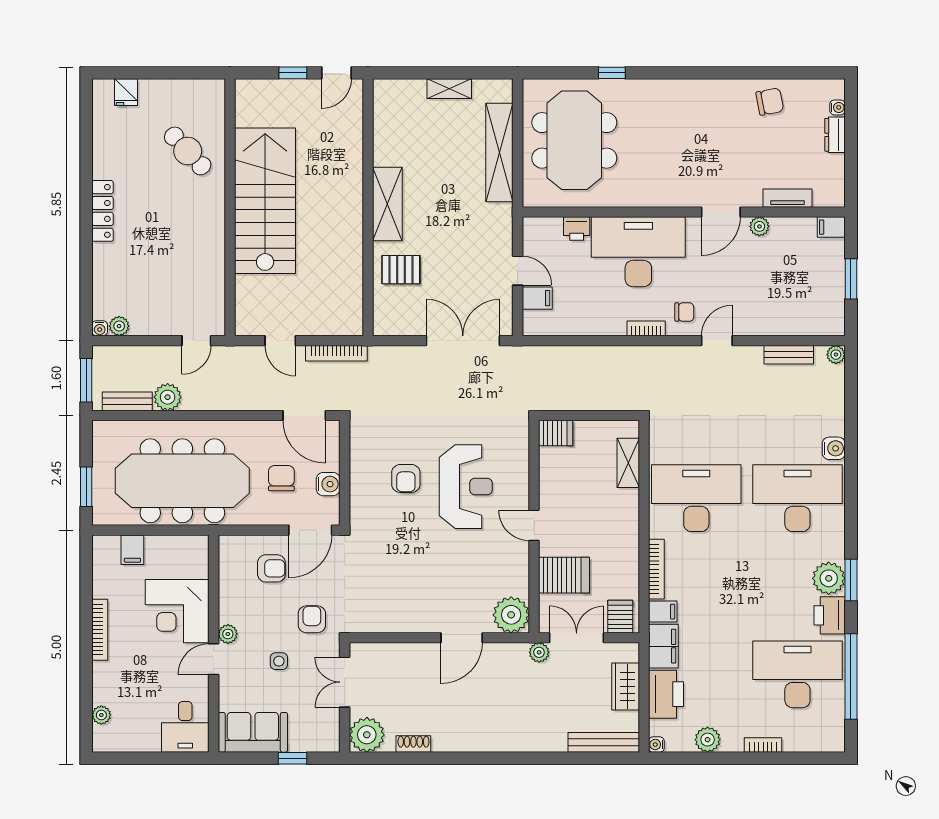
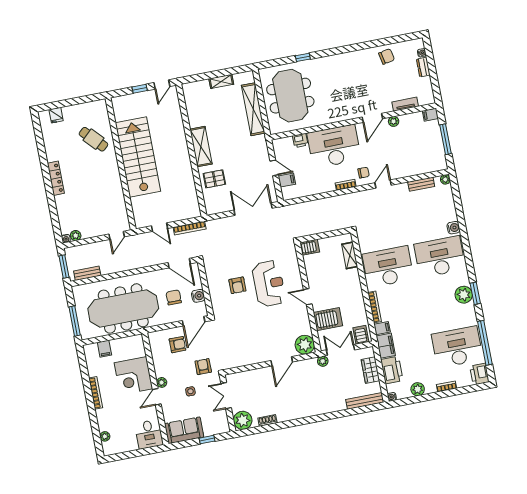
window: (851, 279) -> (446, 139), width x1.44
plant: (168, 397) -> (107, 267), removed
window: (86, 487) -> (75, 321), width x1.44
printer: (830, 615) -> (479, 374), moved

